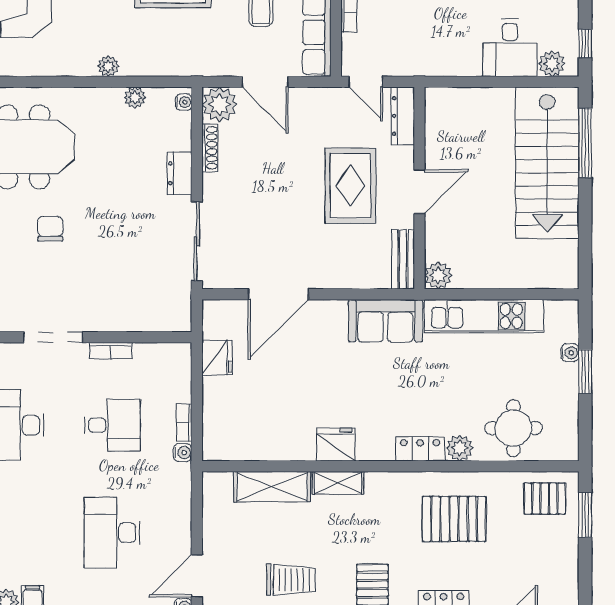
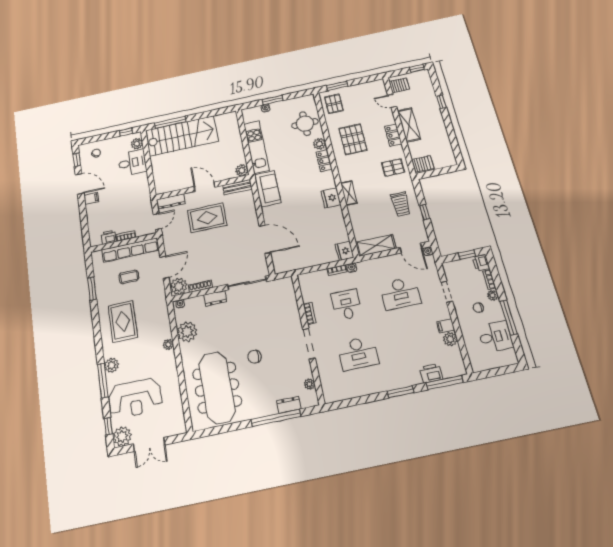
plant: (135, 98) -> (187, 332), width x1.88, depth x1.88
fridge: (217, 358) -> (344, 251), moved, turned -90
shelving: (272, 487) -> (376, 245), moved, turned 90
trolley: (291, 580) -> (401, 204), turned 180

